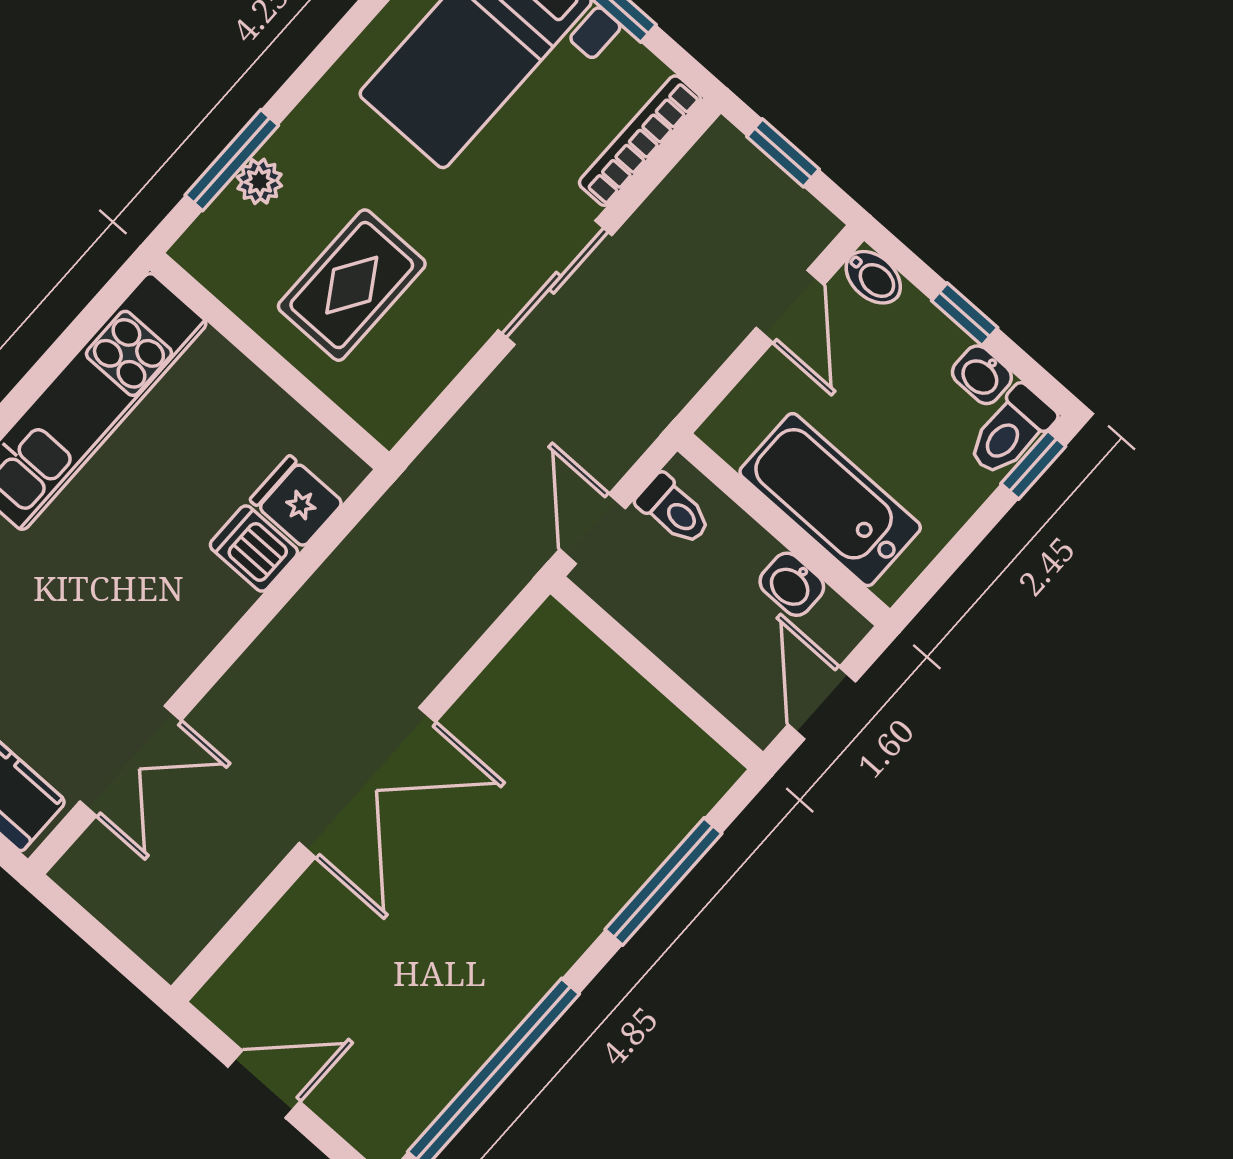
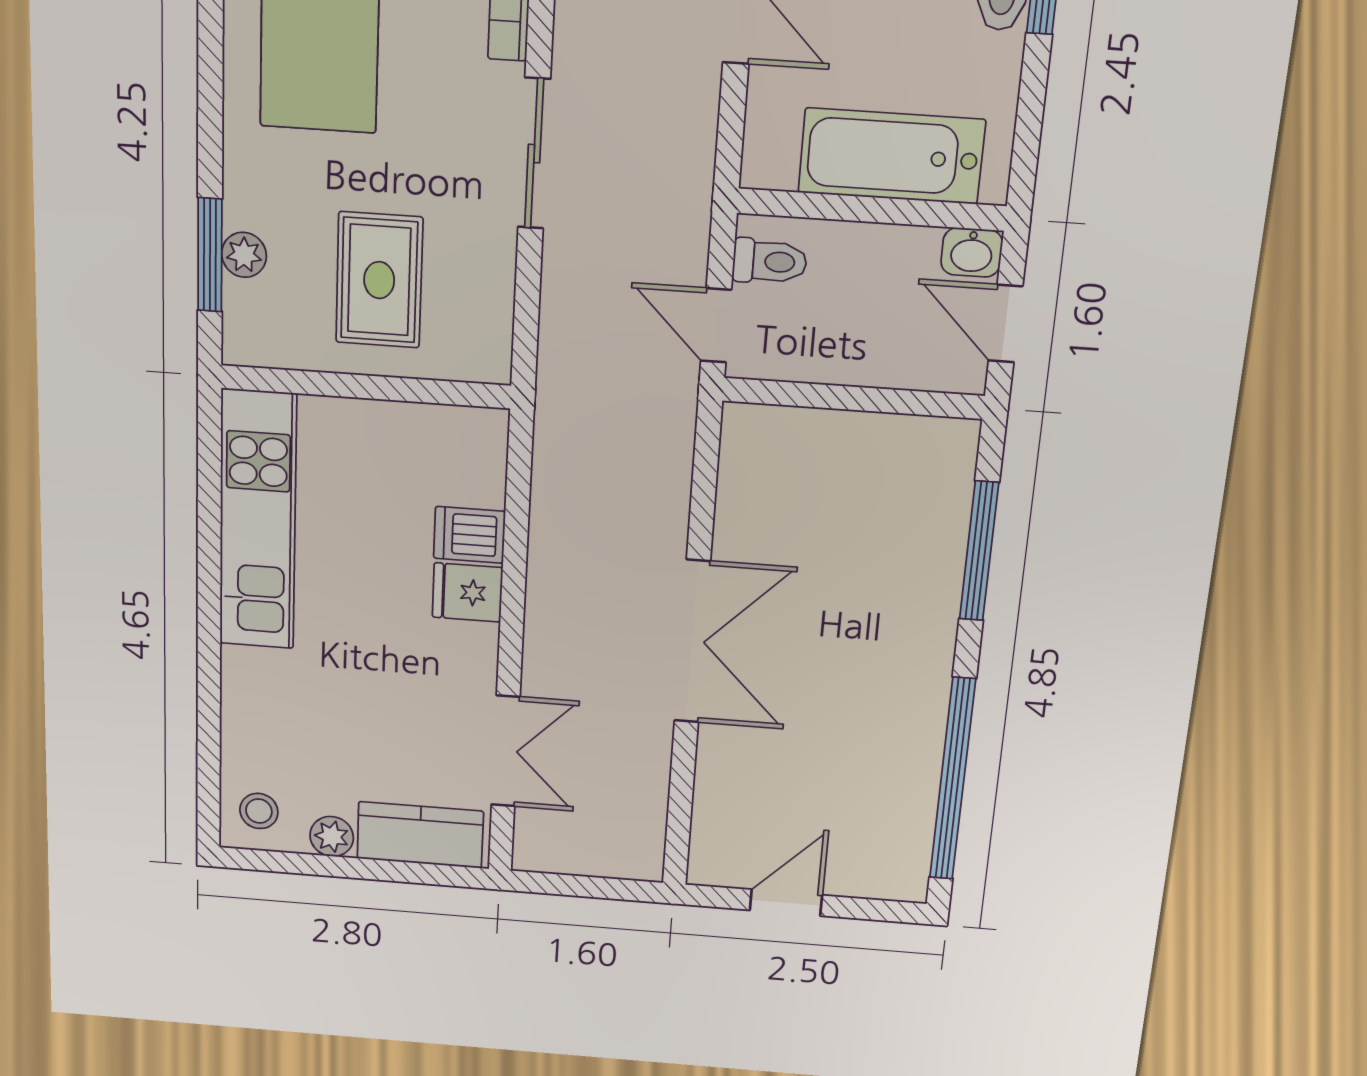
fridge: (296, 501) -> (467, 592), moved
washbasin: (792, 584) -> (972, 252), moved

